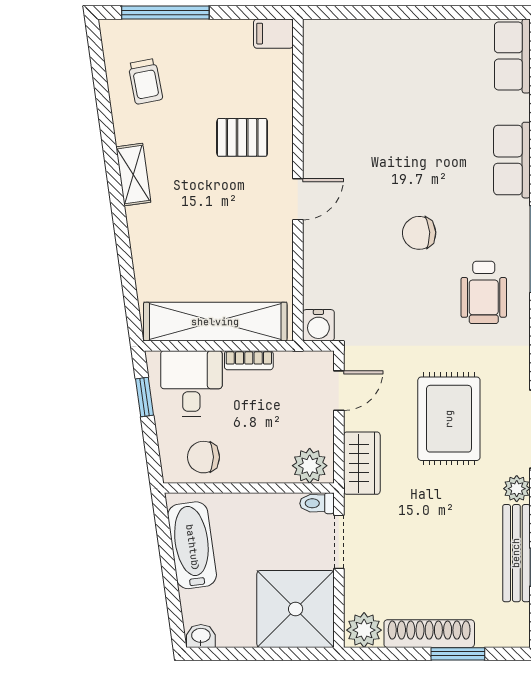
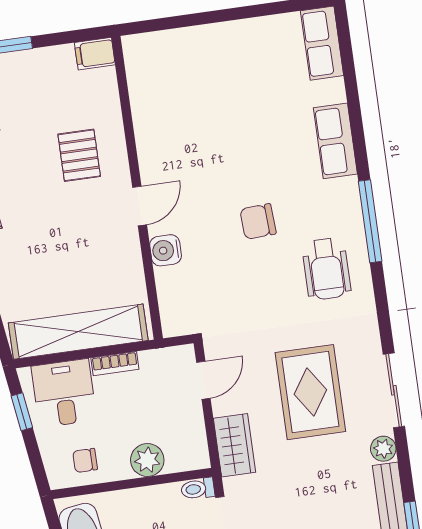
pallet: (242, 137) -> (79, 155), turned 90
water cooler: (318, 325) -> (166, 250), moved, turned 90
chair: (203, 457) -> (85, 460), width x0.73, depth x0.73
plant: (310, 466) -> (147, 460), moved

